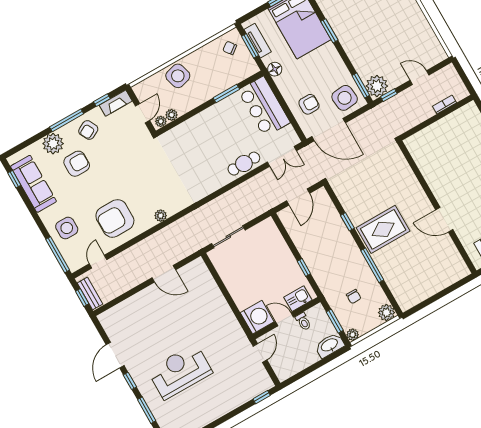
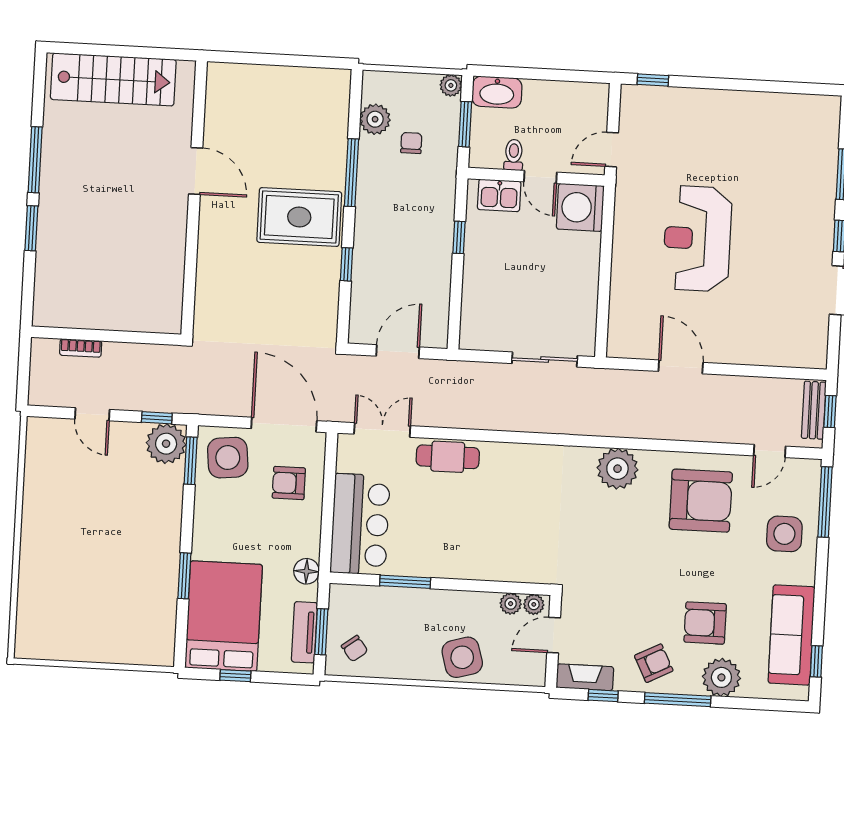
plant: (161, 216) -> (617, 469), width x1.88, depth x1.88
plant: (386, 313) -> (375, 119), moved
reception desk: (180, 371) -> (697, 239), moved, turned 90

